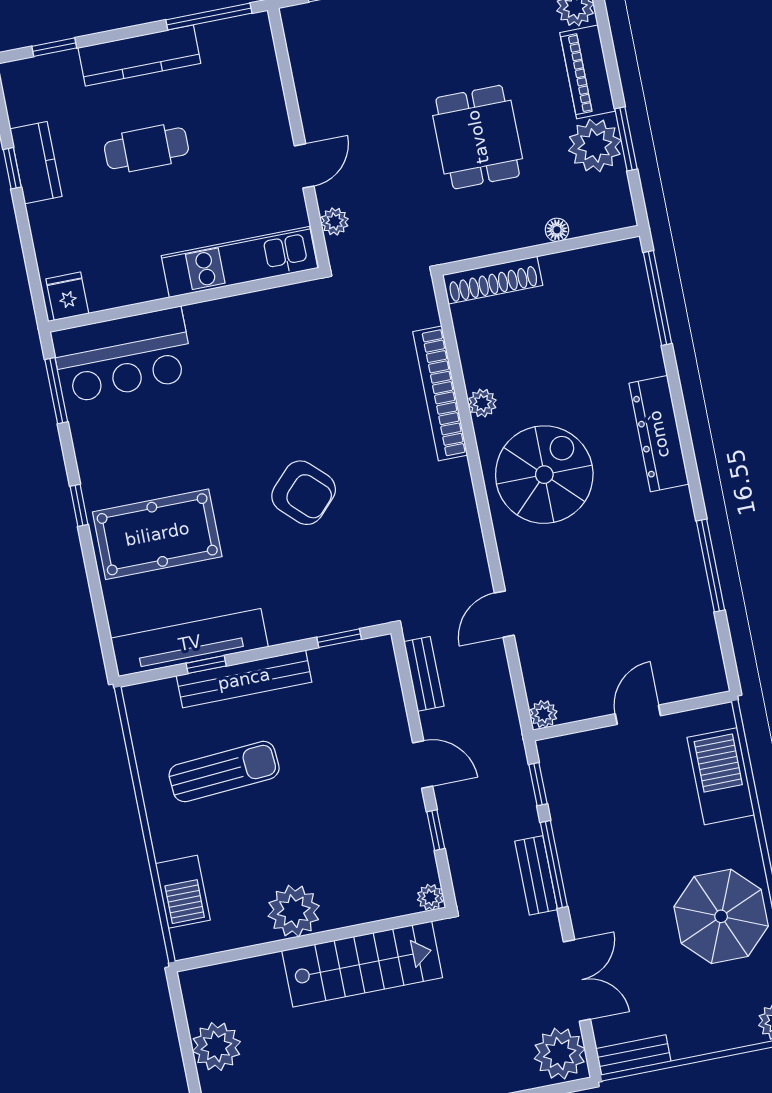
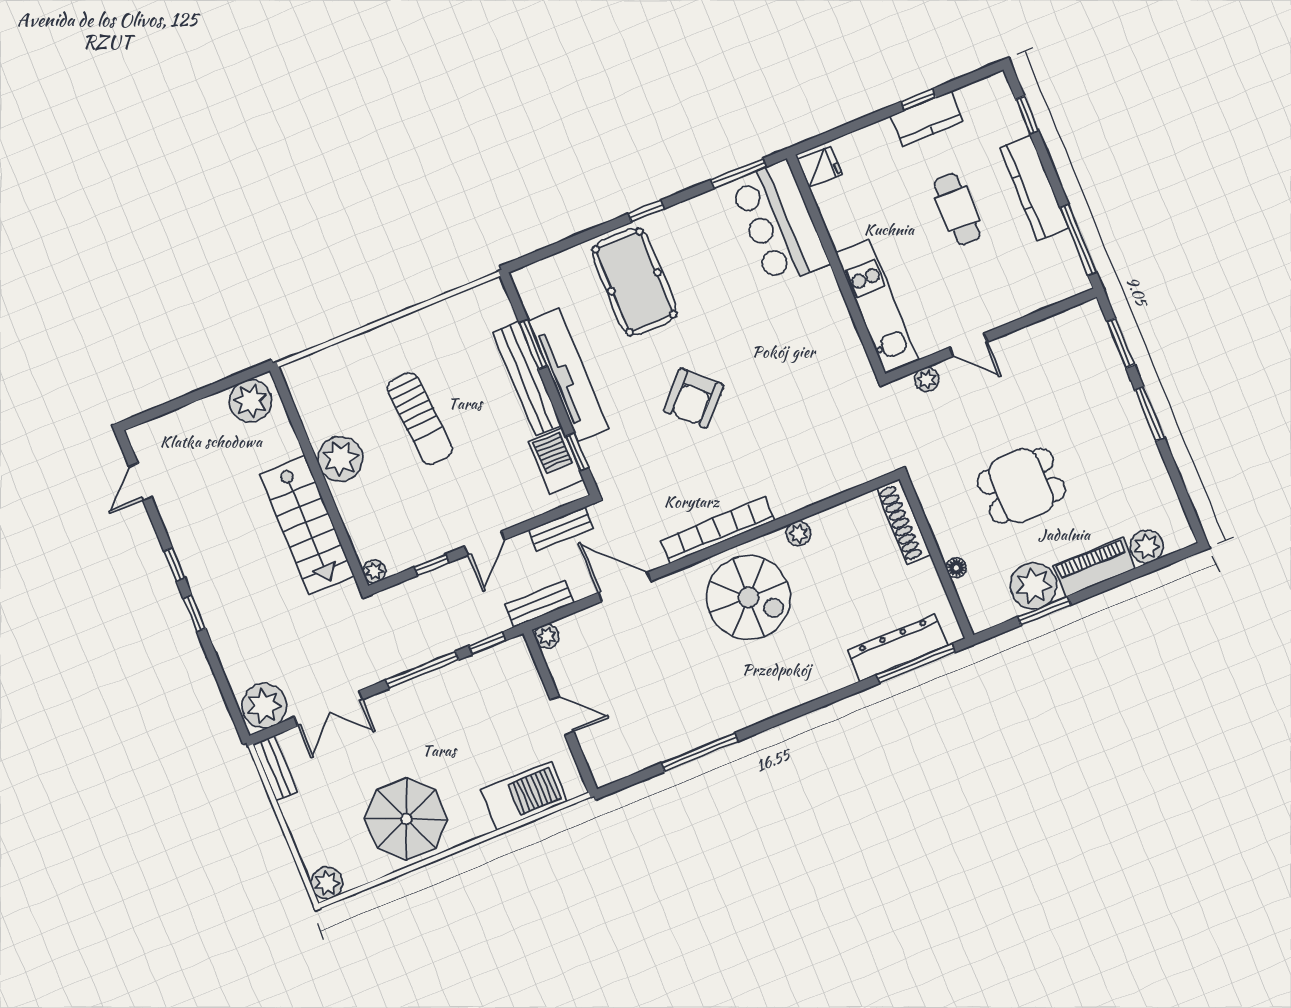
bookcase: (440, 393) -> (718, 530), moved
dresser: (659, 434) -> (898, 648), moved
door: (504, 614) -> (625, 587), width x1.38
tv unit: (190, 643) -> (568, 375), moved
window: (206, 665) -> (533, 344), width x1.50
sun lounger: (224, 772) -> (420, 419), moved
bench: (536, 875) -> (539, 604), moved
barbecue: (183, 892) -> (556, 461), moved, turned 90
plant: (216, 1046) -> (251, 401), moved

